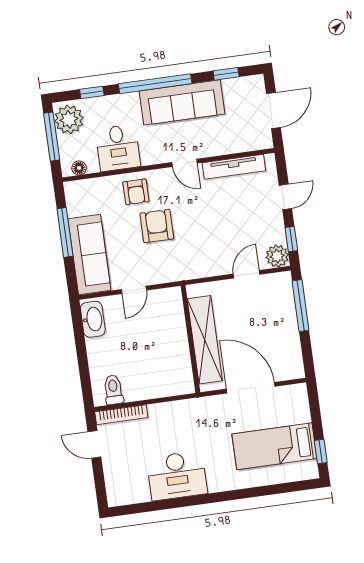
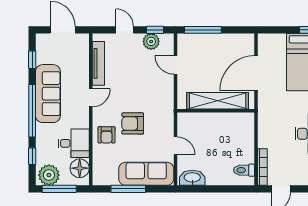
floor lamp: (79, 168) -> (80, 168), width x1.89, depth x1.89
armchair: (136, 192) -> (107, 135), turned 90
plant: (277, 256) -> (151, 41), moved

